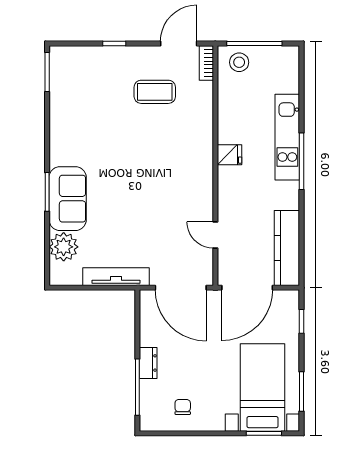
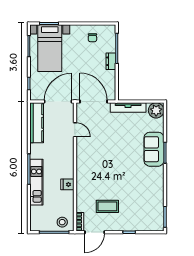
fridge: (229, 155) -> (67, 184), moved
plant: (64, 247) -> (156, 110), moved

